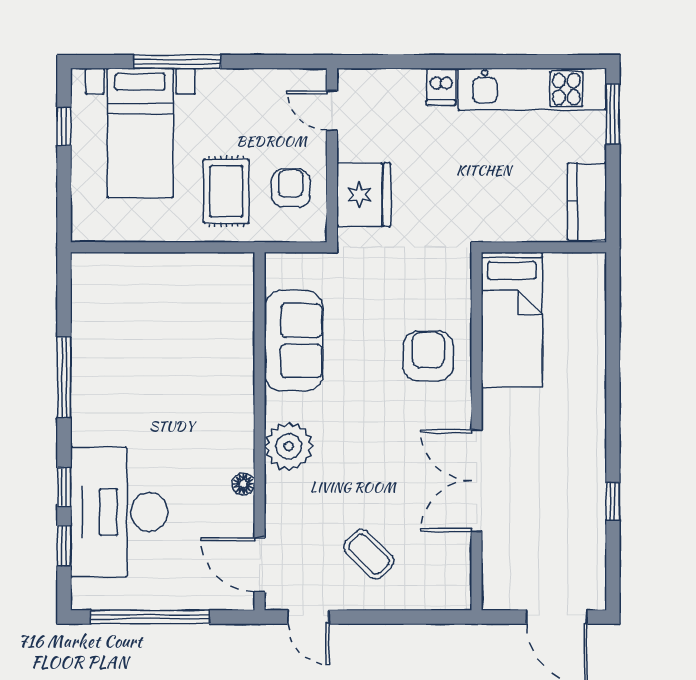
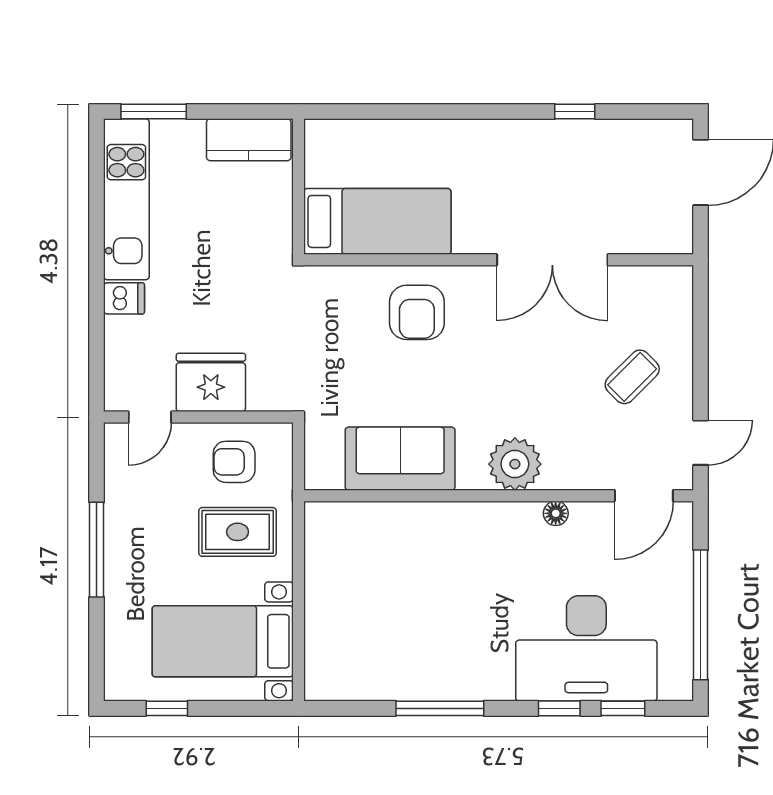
window: (177, 62) -> (97, 550), moved
bed with nightstands: (140, 133) -> (223, 641), moved, turned 180
fridge: (364, 195) -> (211, 382), moved
armchair: (428, 356) -> (417, 312), turned -90

